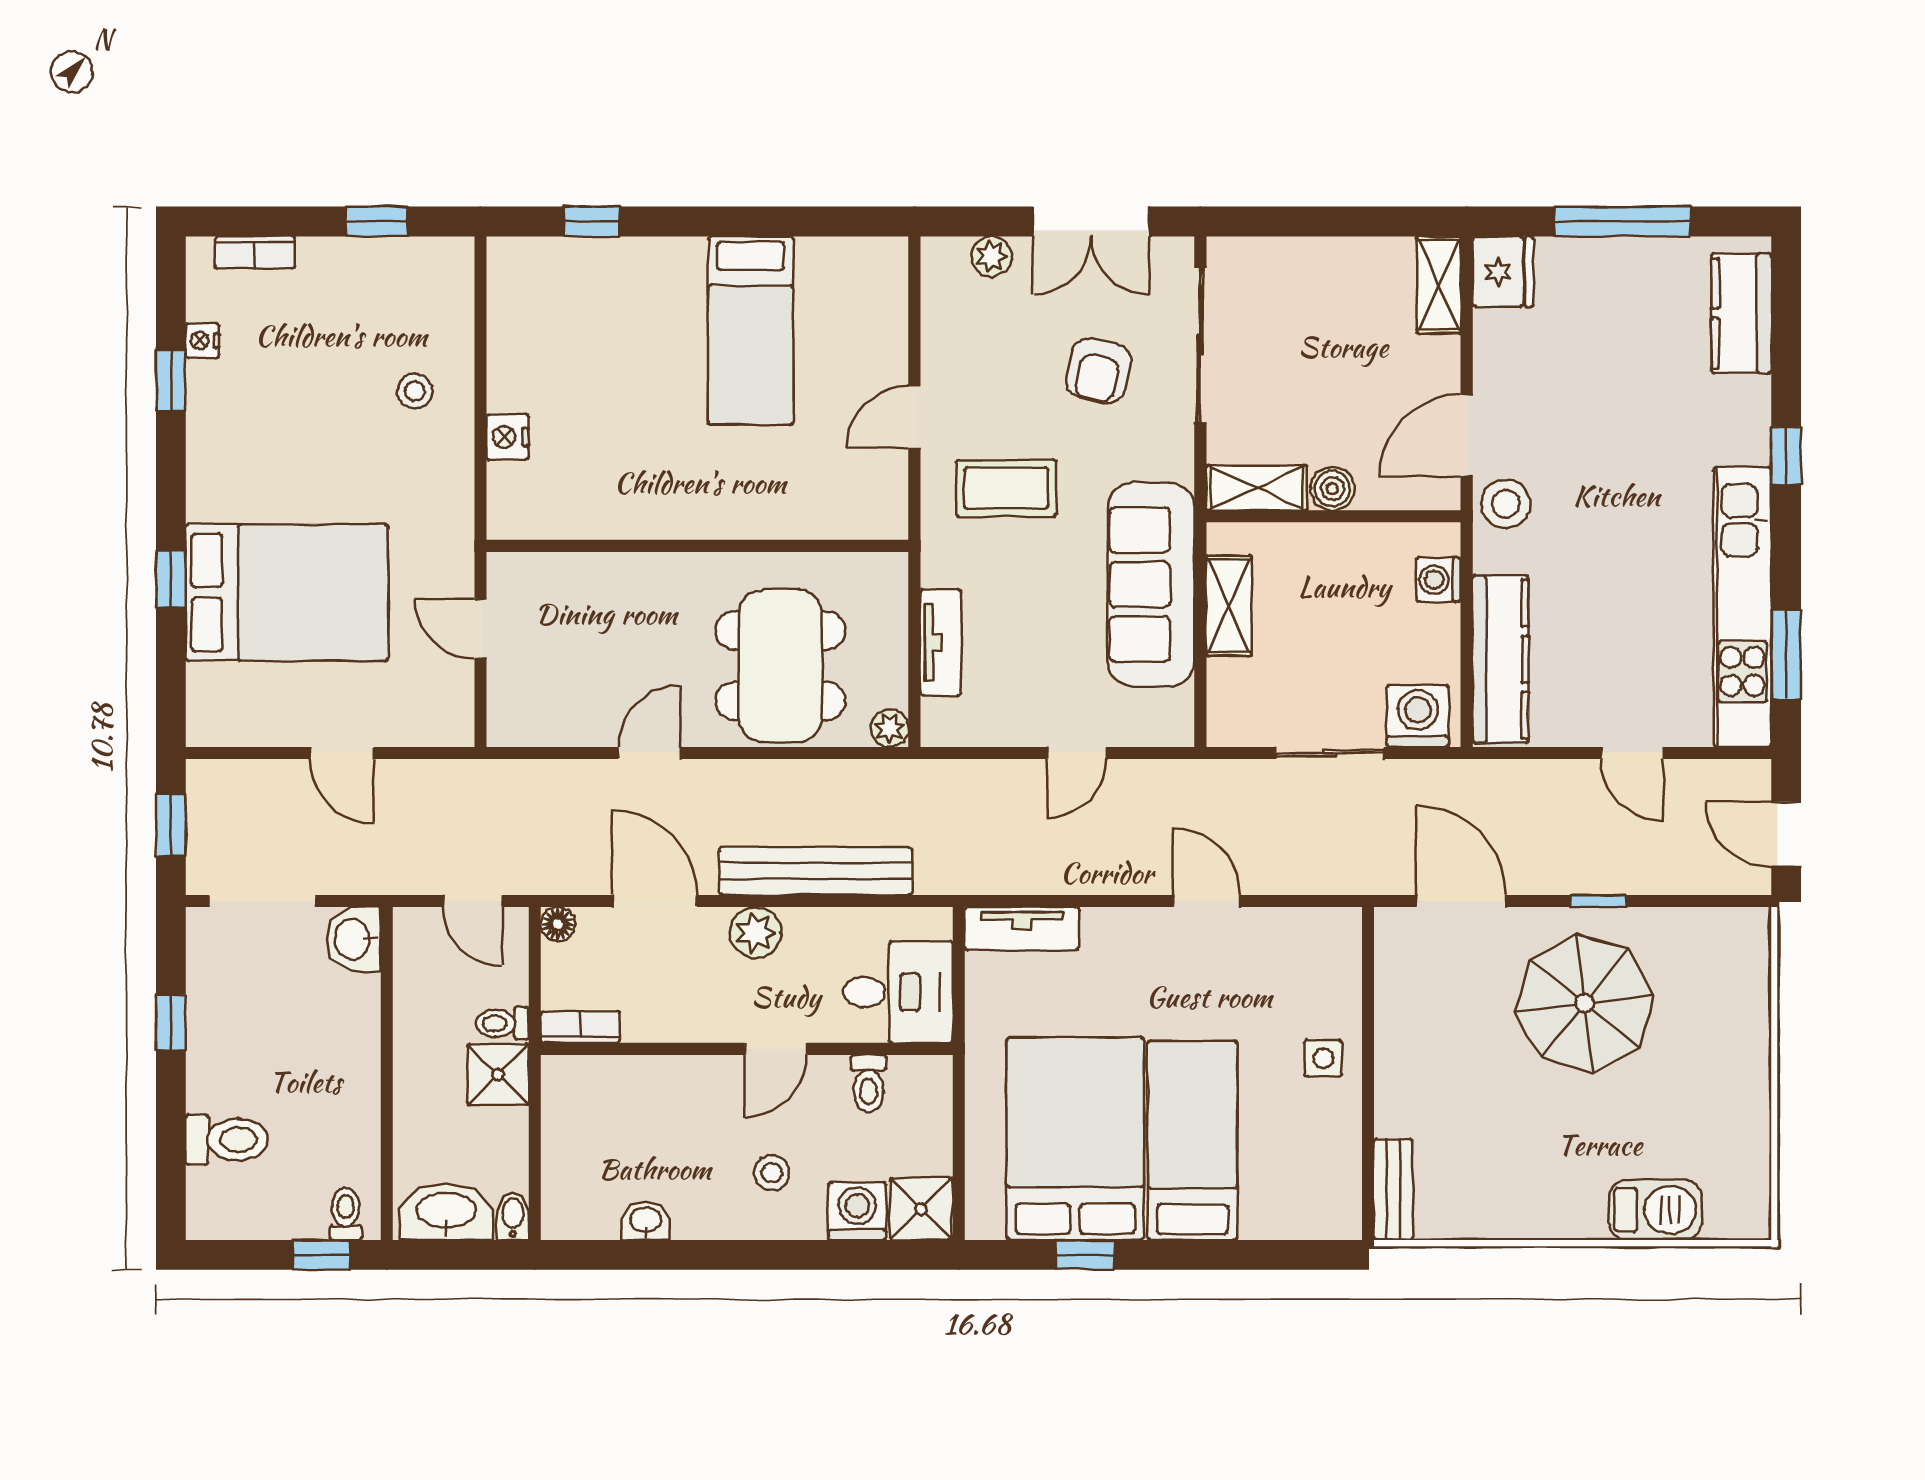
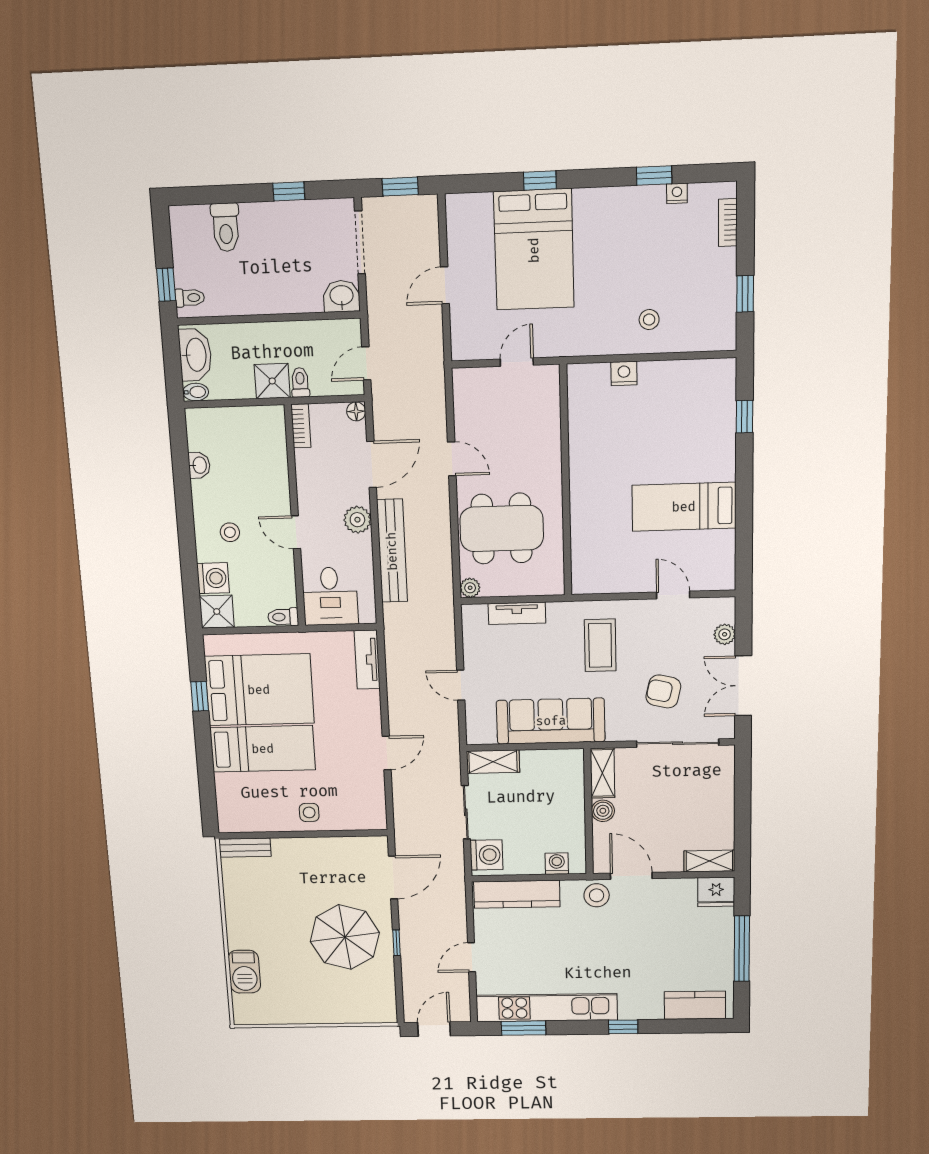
door: (914, 417) -> (673, 595), moved
shelving: (1229, 606) -> (493, 762), moved
toilet: (868, 1084) -> (283, 617), moved

